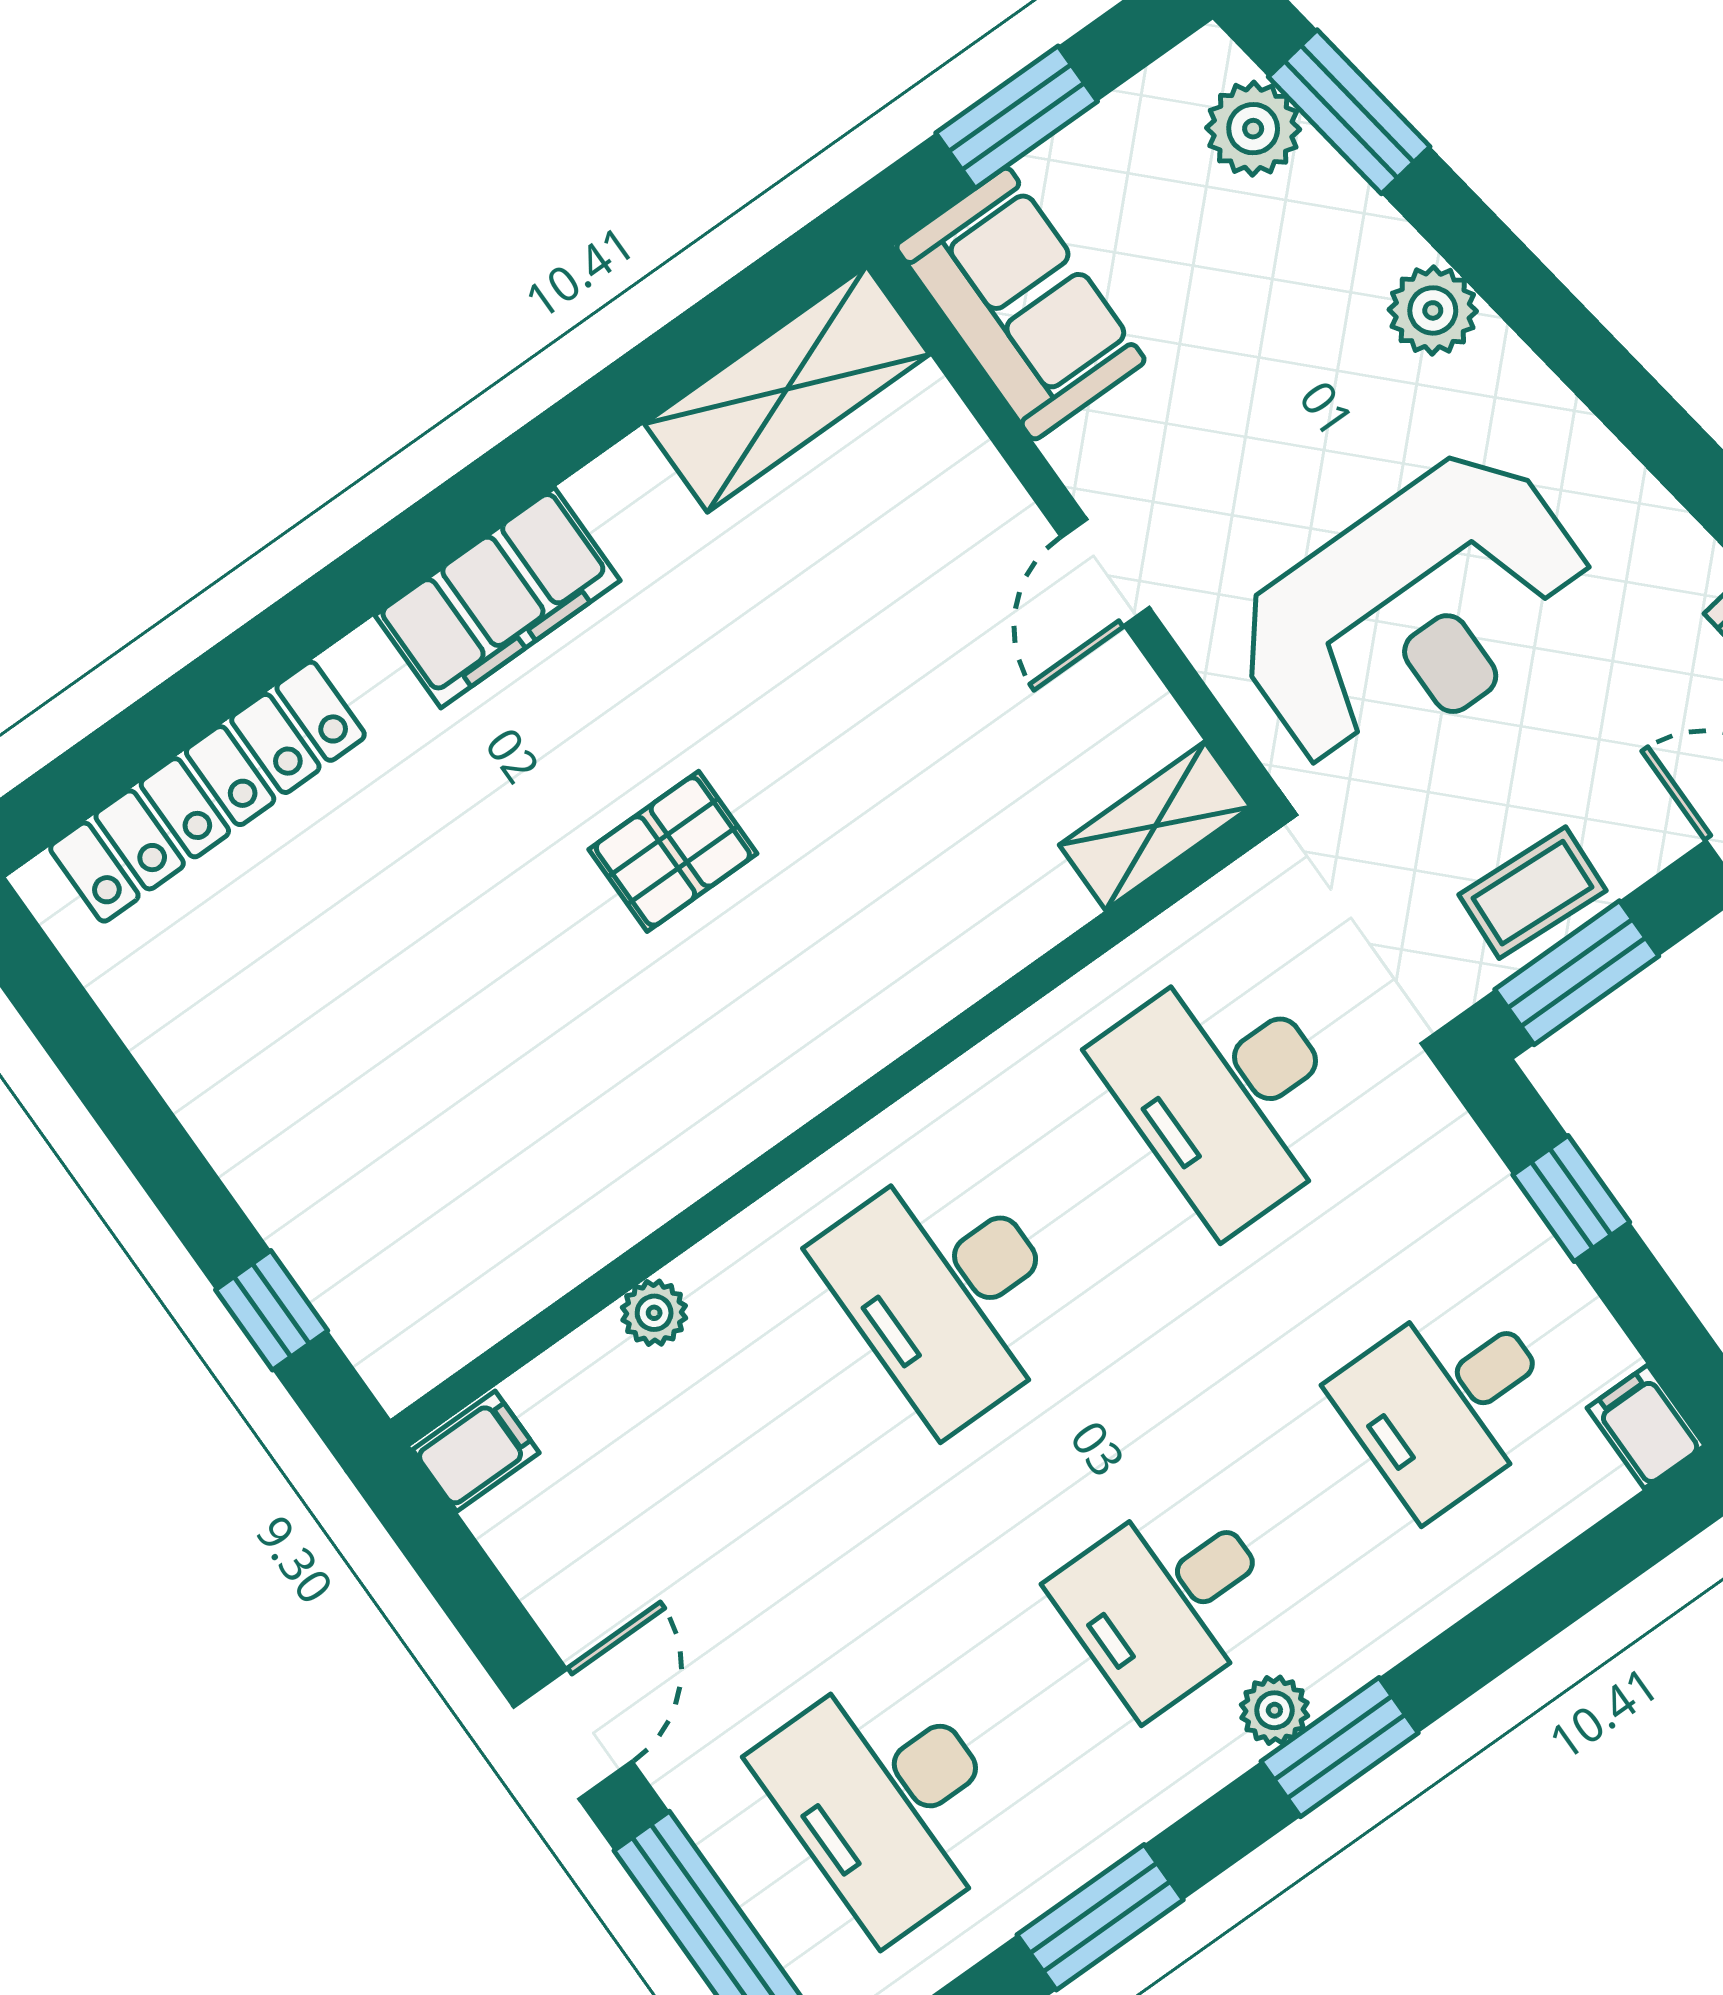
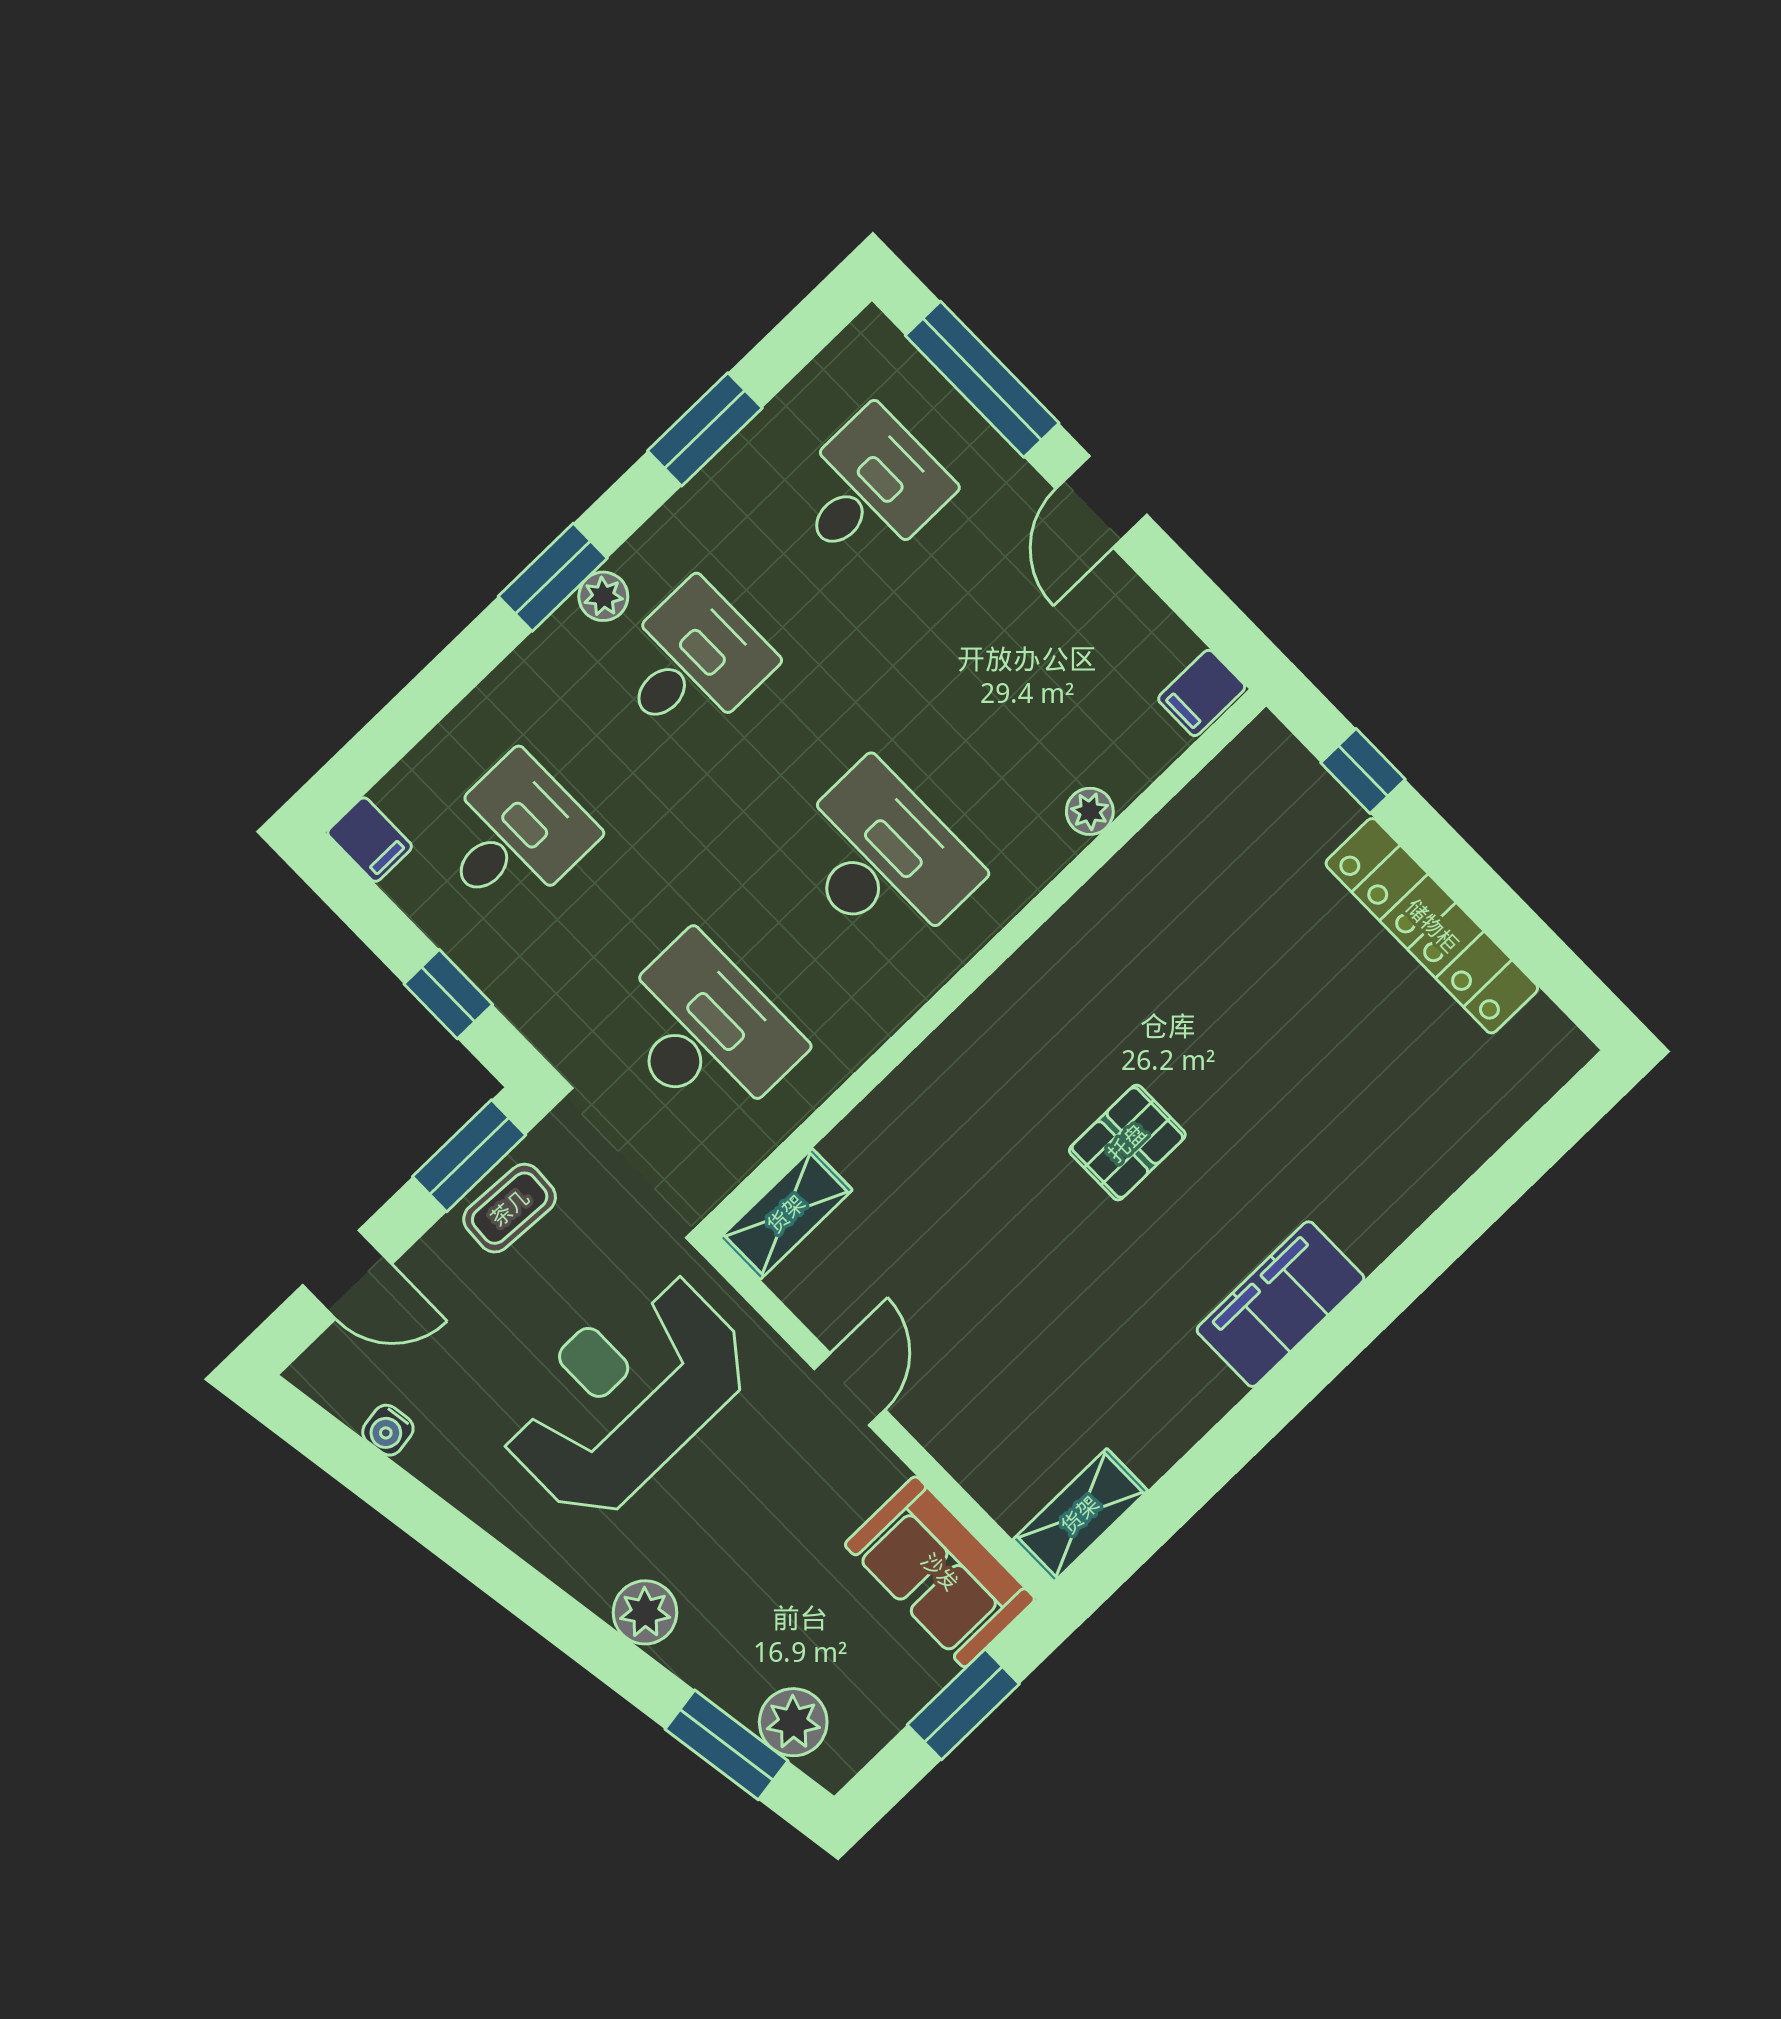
shelving: (787, 389) -> (1080, 1515), width x0.67, depth x0.75
locker: (207, 792) -> (1432, 926), moved, turned -90
desk: (888, 1800) -> (869, 490), width x0.73

